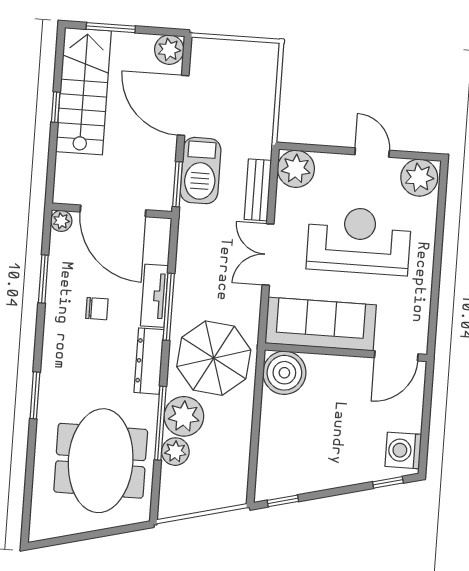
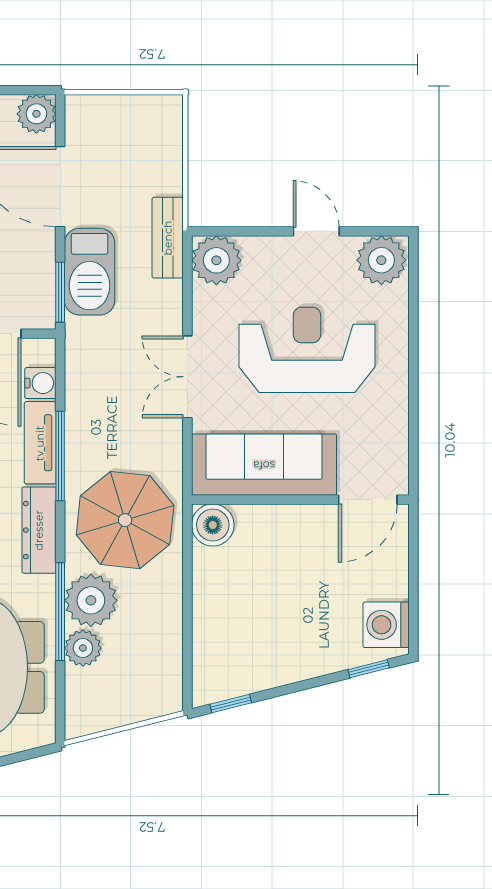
bench: (258, 190) -> (168, 238), moved
water cooler: (158, 251) -> (40, 383), added
boiler: (284, 373) -> (213, 525), width x0.73, depth x0.73

